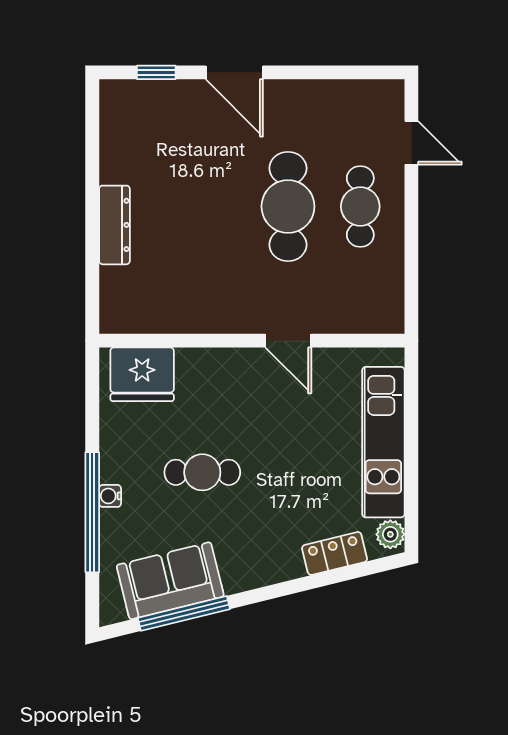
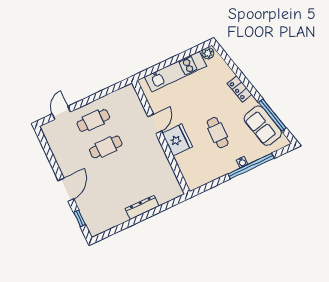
cafe table: (288, 207) -> (106, 147), width x0.73, depth x0.74
fridge: (142, 374) -> (177, 140), moved
locker: (335, 553) -> (240, 89), moved

